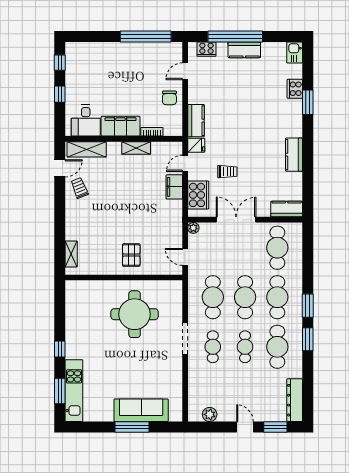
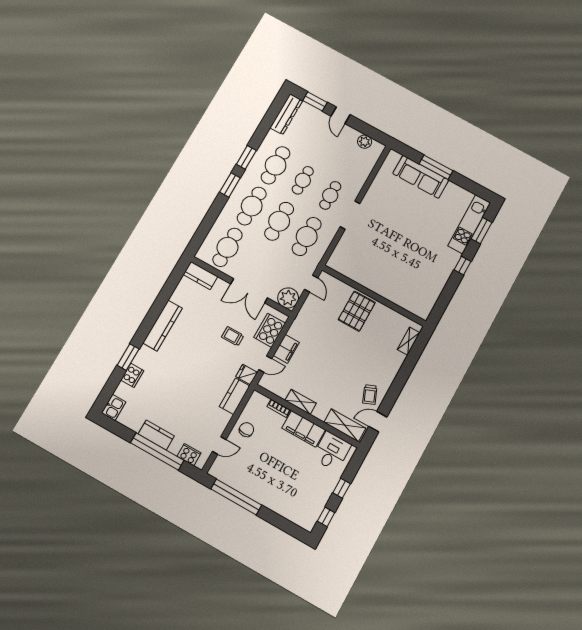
kitchen counter: (294, 155) -> (163, 326), width x1.50
plant: (193, 228) -> (288, 298), width x1.88, depth x1.88
pallet: (131, 255) -> (357, 311), width x1.50, depth x1.42
round table: (135, 314) -> (382, 259), removed

